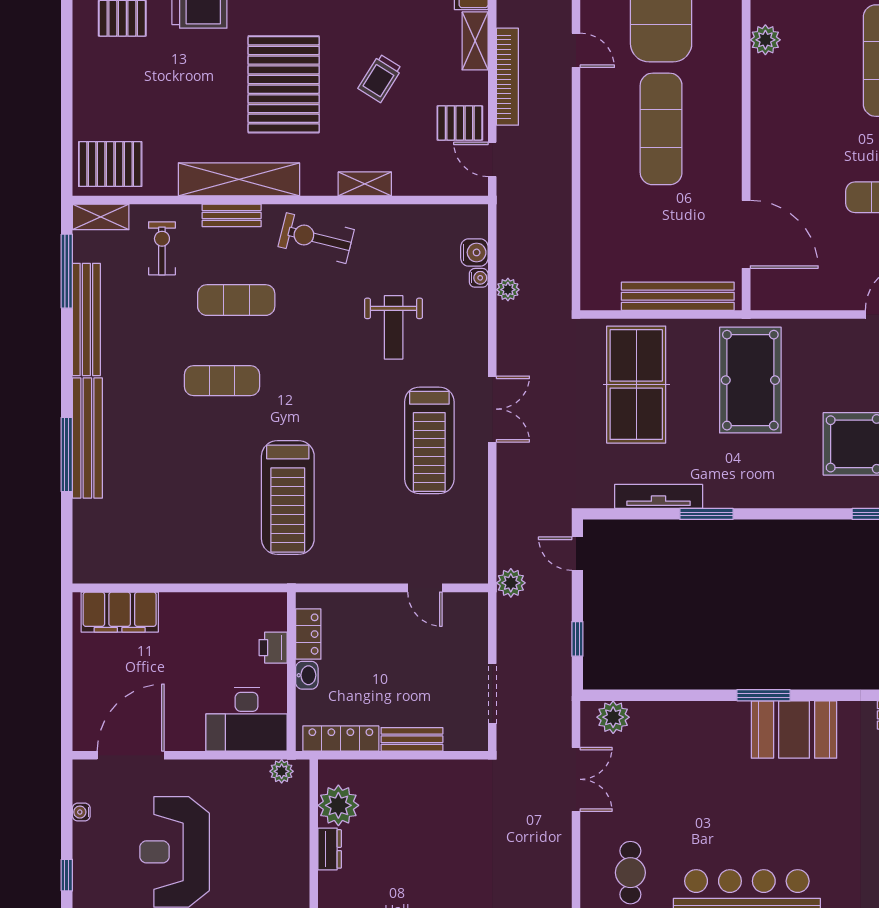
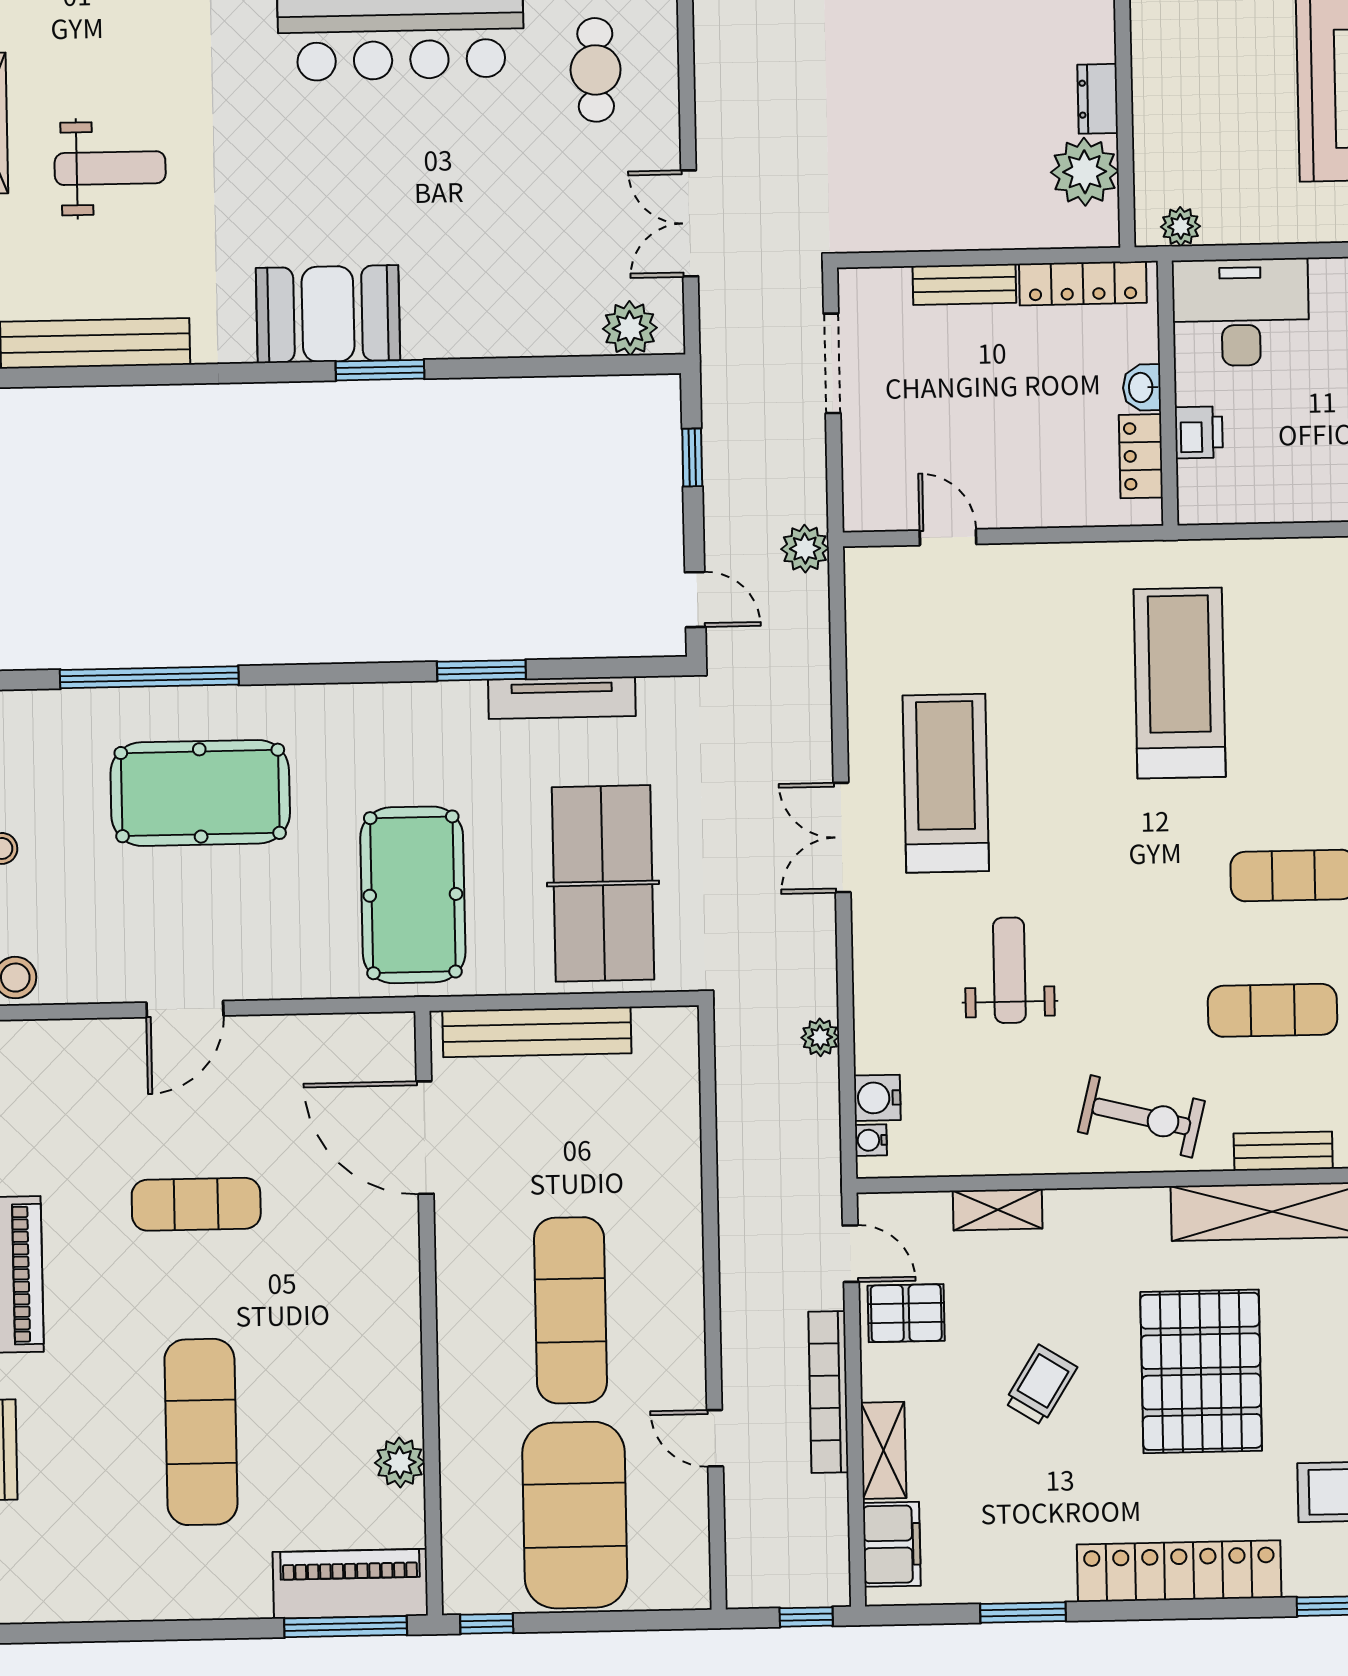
shelving: (365, 184) -> (998, 1210), moved
water cooler: (479, 278) -> (871, 1140), moved

